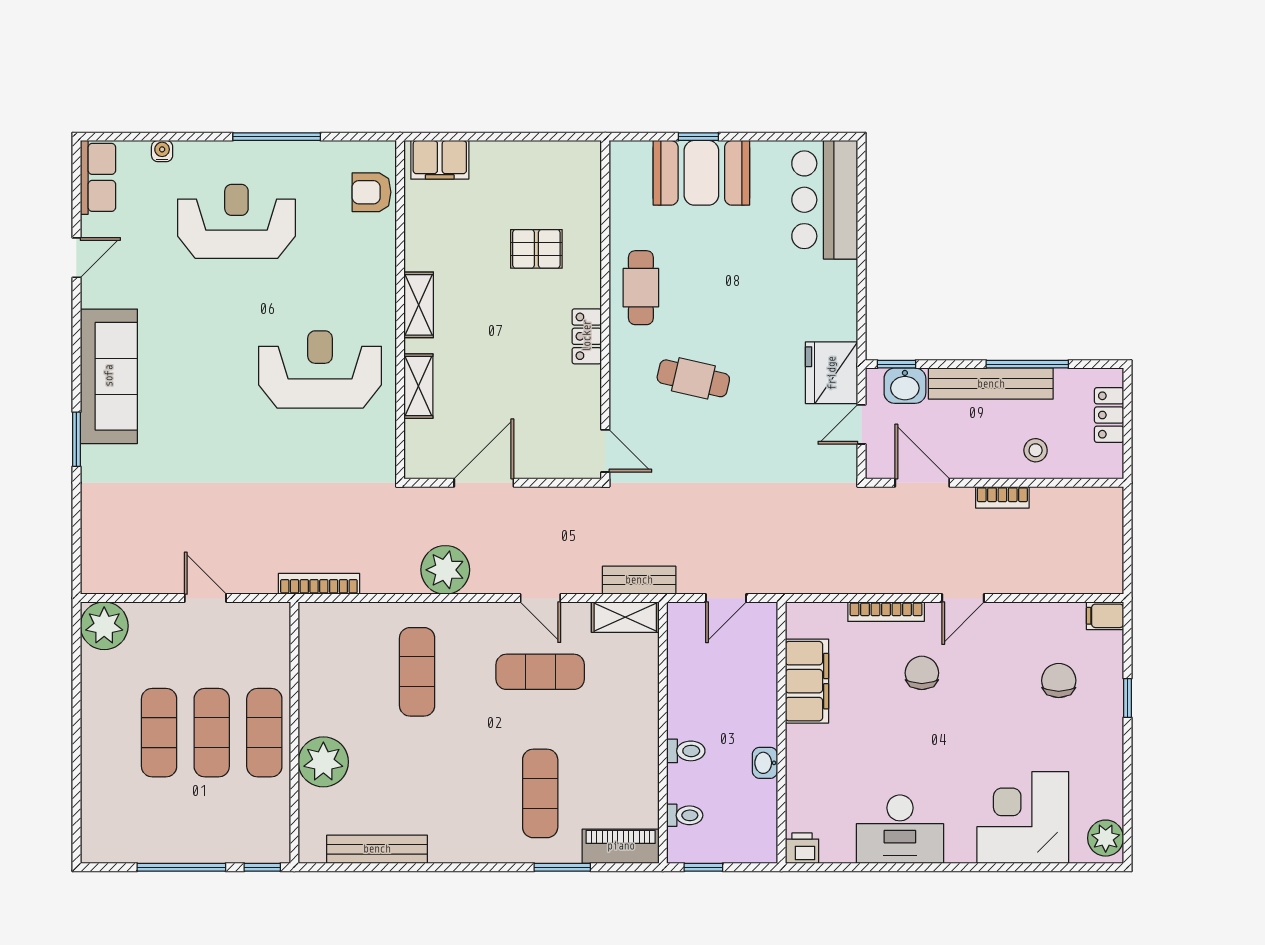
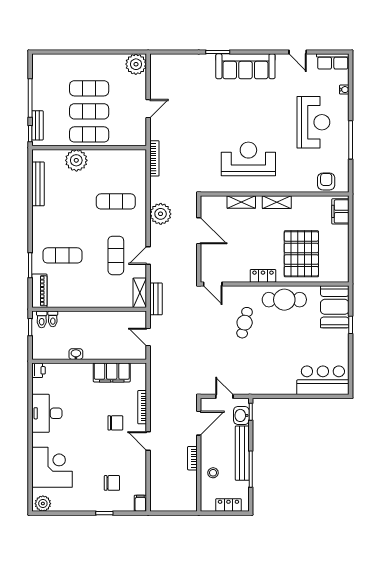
booth: (701, 173) -> (335, 307), moved
pallet: (536, 249) -> (301, 254), width x2.05, depth x2.00
cafe table: (641, 288) -> (284, 300), width x1.37, depth x1.35
reception desk: (320, 370) -> (248, 159), turned -90
fridge: (832, 373) -> (247, 383), removed
door: (605, 451) -> (213, 284), hinge flipped
toilet: (686, 751) -> (42, 319), moved
bench: (244, 850) -> (37, 125), added

